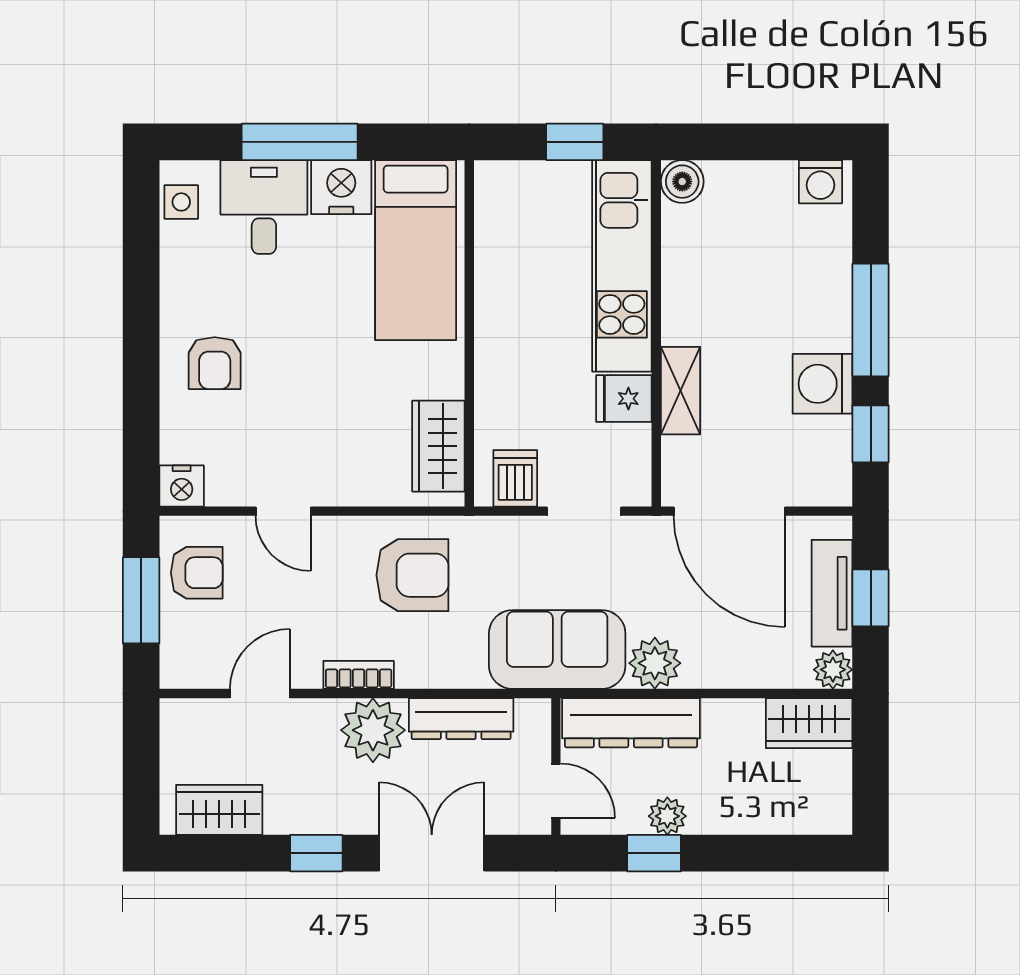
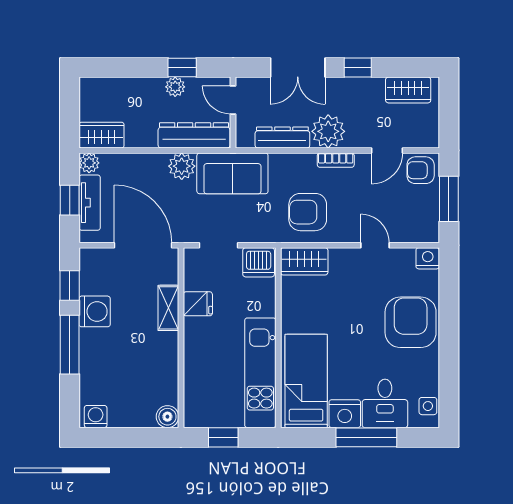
kitchen unit: (622, 266) -> (260, 373), moved, turned 180
armchair: (215, 363) -> (411, 322), width x1.88, depth x1.88
wardrobe: (438, 446) -> (304, 261), moved, turned 90
dishwasher: (515, 478) -> (259, 262), width x1.38
armchair: (197, 573) -> (421, 170), moved

